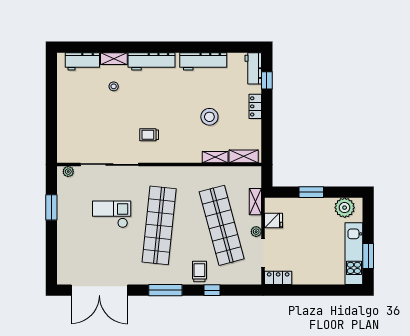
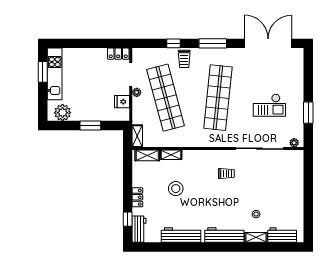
shelving: (255, 202) -> (137, 136), moved
checkout: (112, 214) -> (269, 105), moved

